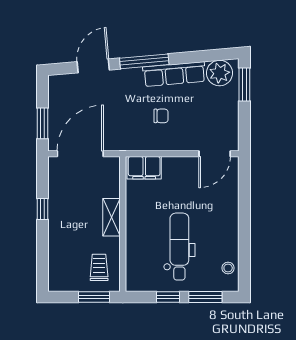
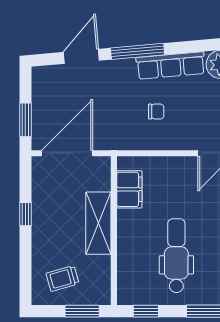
filing cabinet: (144, 168) -> (129, 189), moved, turned -90
shelving: (111, 217) -> (98, 223), width x1.50, depth x1.33
trolley: (99, 267) -> (63, 278), moved, turned -106
window: (168, 297) -> (146, 311), moved

